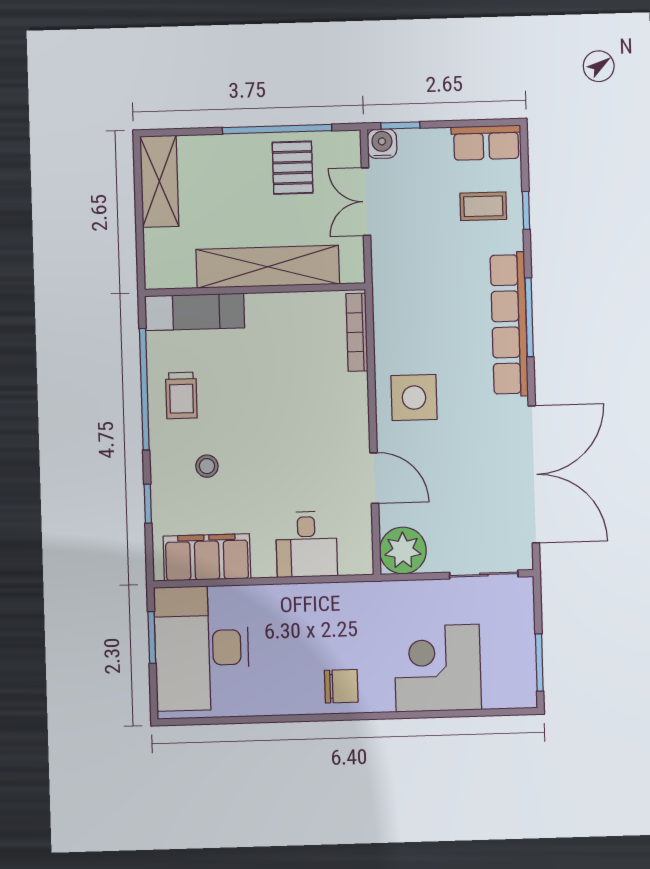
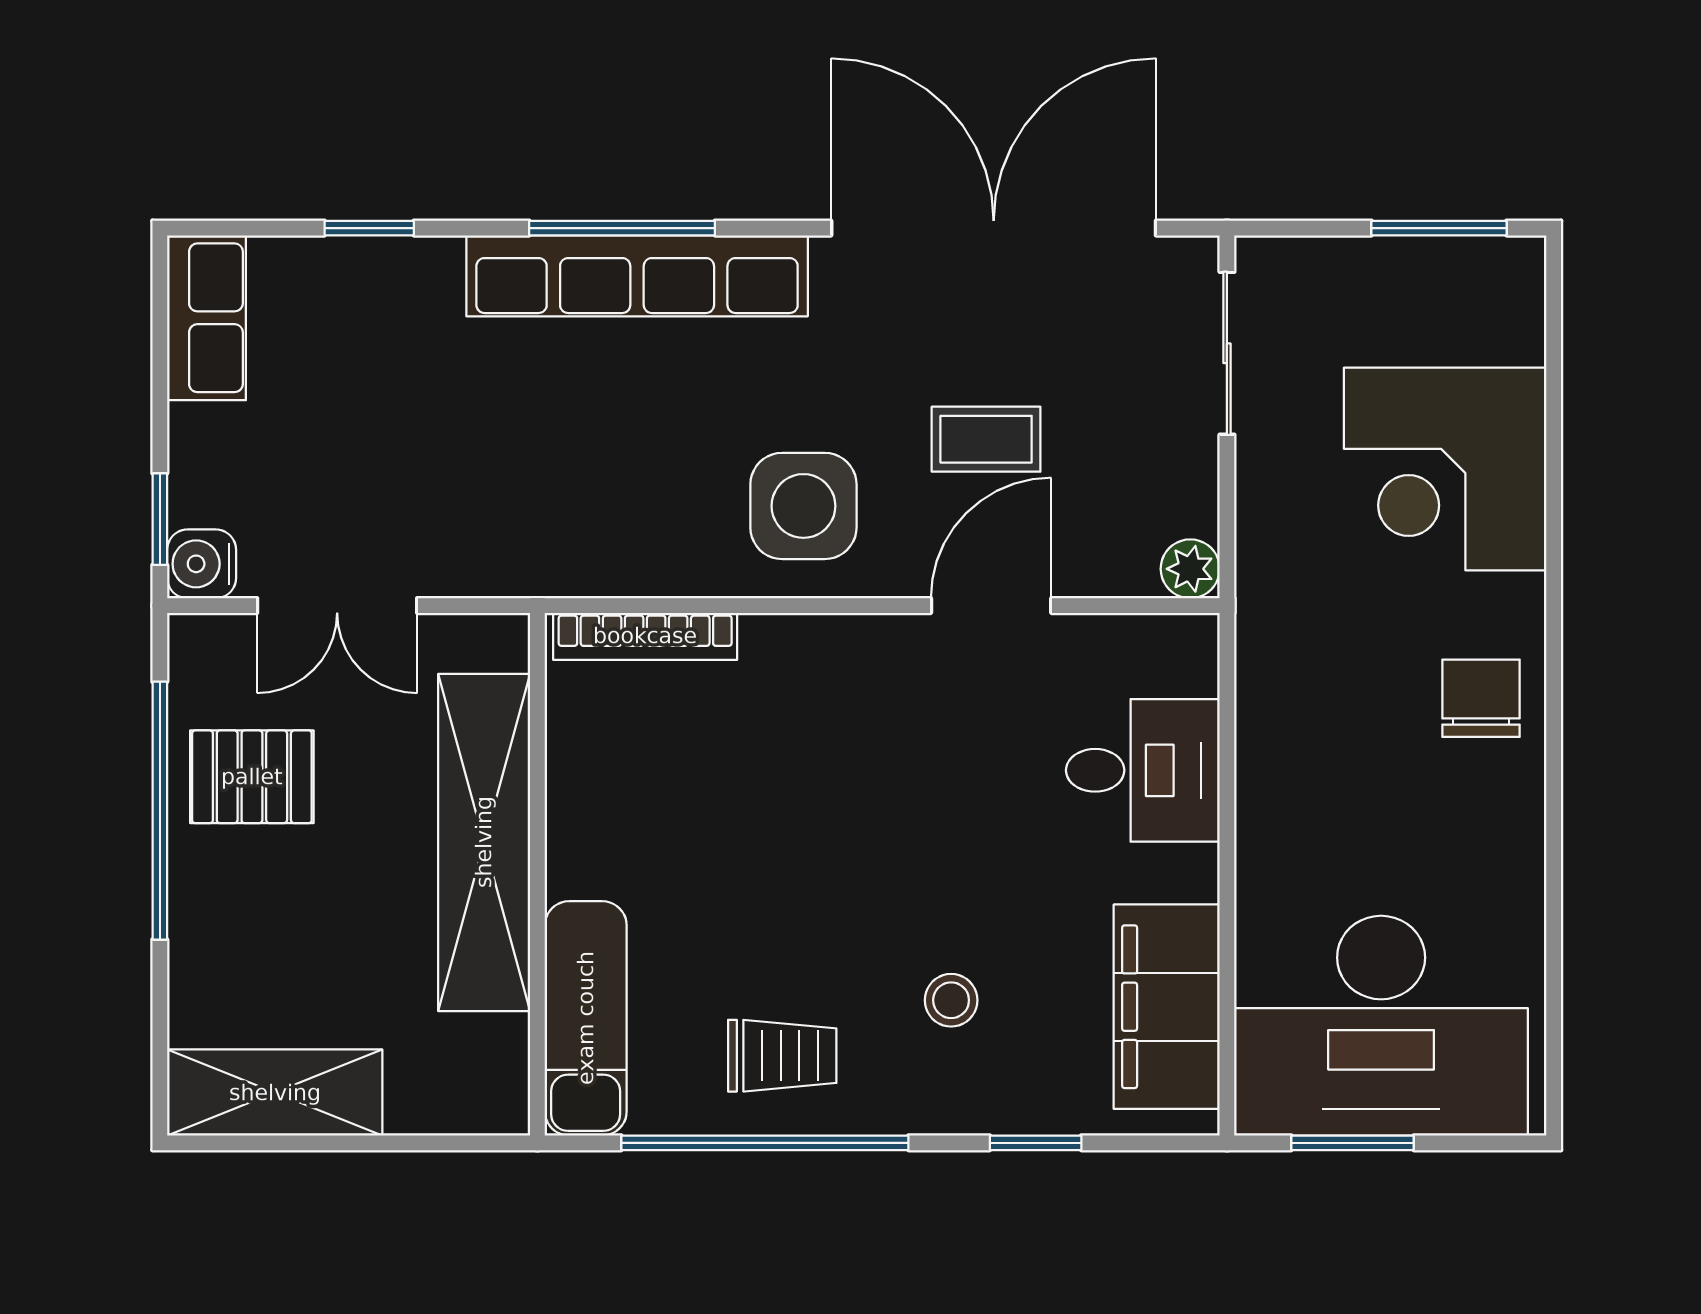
coffee table: (483, 206) -> (986, 439), moved, turned 90
plant: (403, 551) -> (1190, 569), width x0.53, depth x0.53

